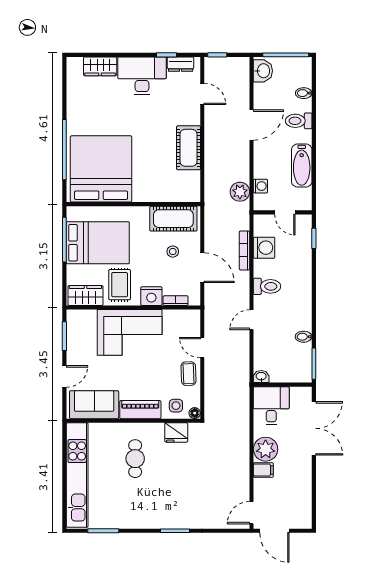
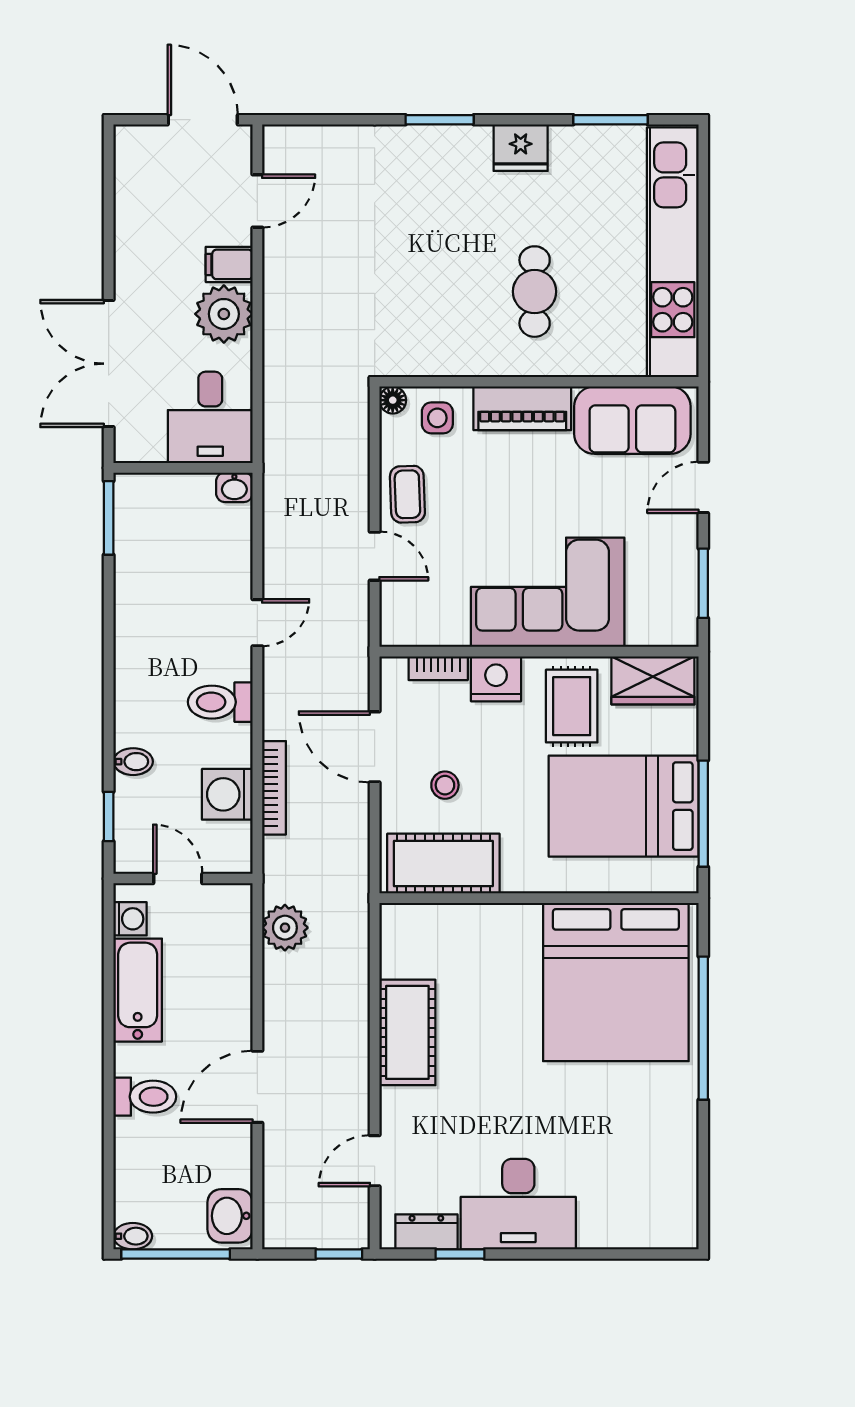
wardrobe: (100, 66) -> (618, 1227), removed
bidet: (304, 93) -> (133, 1236), moved
door: (202, 94) -> (375, 1161), hinge flipped
washing machine: (260, 186) -> (130, 919), moved, turned 180
bidet: (304, 337) -> (133, 762), moved
fridge: (176, 432) -> (521, 148), moved, turned 180
door: (251, 513) -> (257, 201), moved

